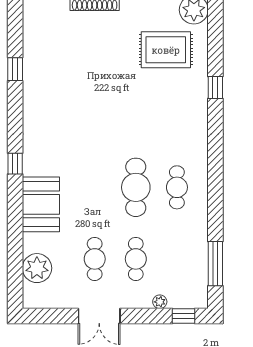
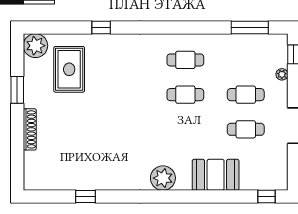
window: (15, 164) -> (266, 197), moved
cafe table: (136, 187) -> (185, 95), width x0.73, depth x0.74
booth: (41, 204) -> (216, 175), moved
plant: (37, 268) -> (163, 178), moved

